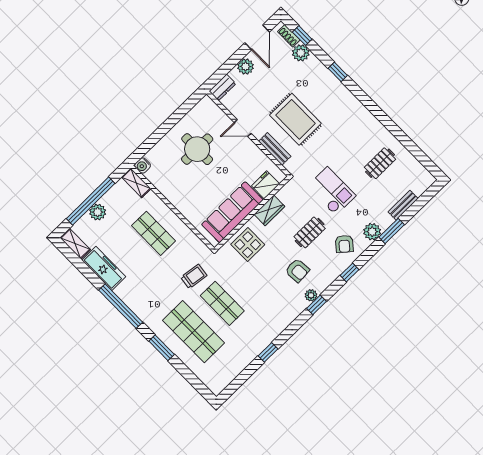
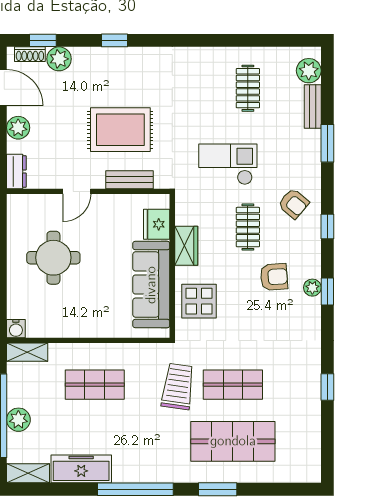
plant: (372, 232) -> (309, 71), moved
trolley: (194, 276) -> (178, 387), width x1.36, depth x1.39

